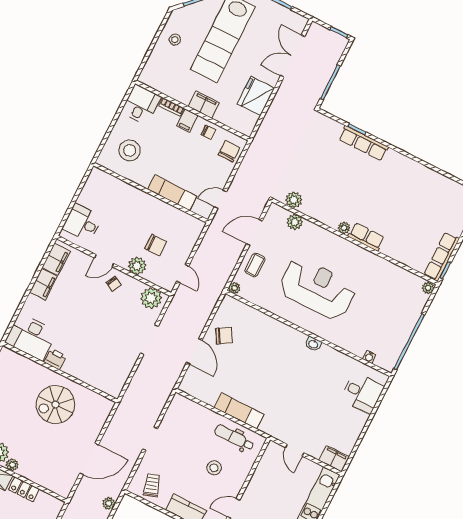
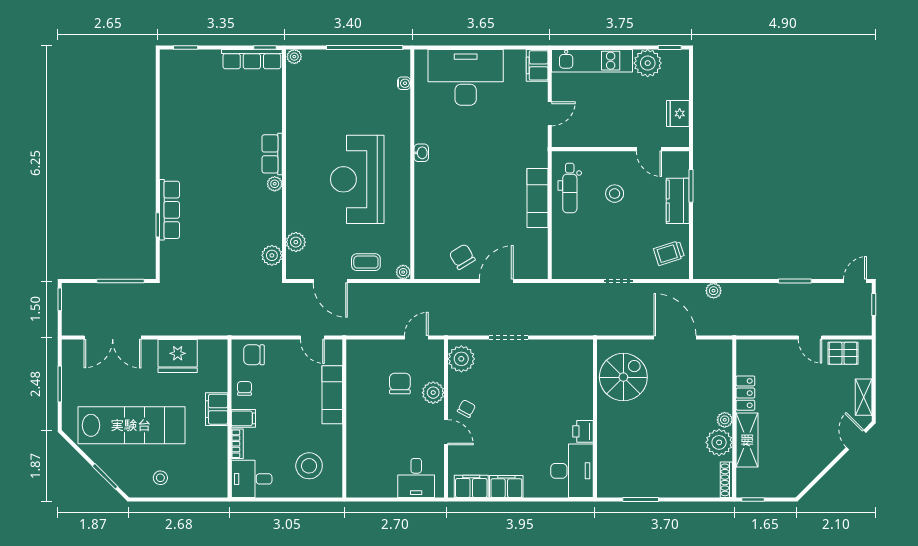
desk: (362, 393) -> (466, 77), width x1.87, depth x1.30
spiral stairs: (55, 405) -> (623, 377), moved, turned -90

